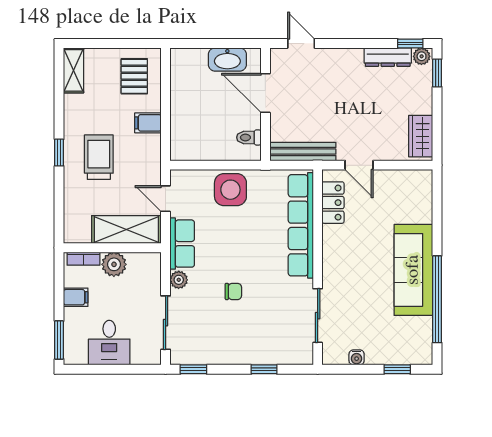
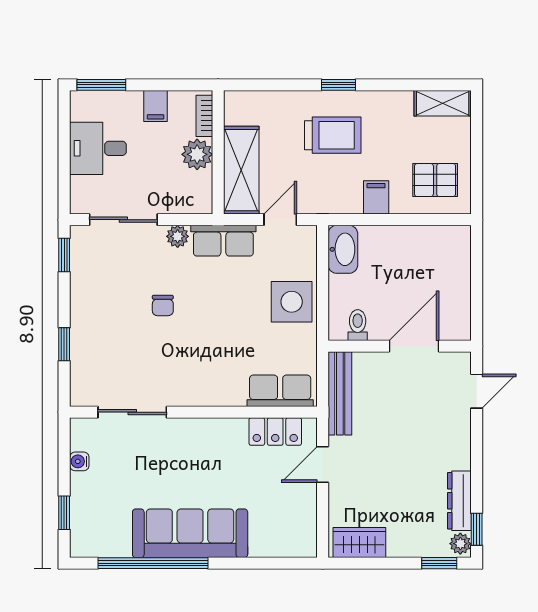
washbasin: (227, 60) -> (343, 249), moved, turned 180
row of seats: (301, 225) -> (280, 391), width x0.50

